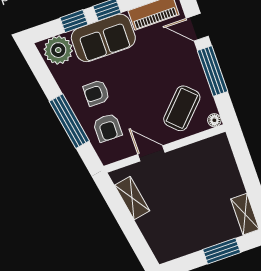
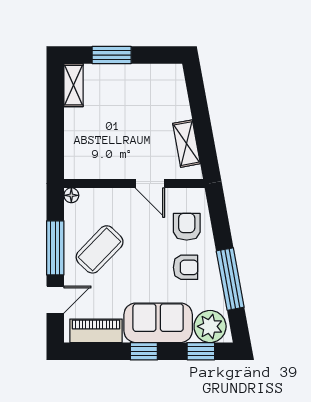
window: (74, 21) -> (201, 351), moved
door: (197, 27) -> (55, 300), hinge flipped
coffee table: (182, 108) -> (100, 249), moved
window: (69, 121) -> (230, 279), moved

